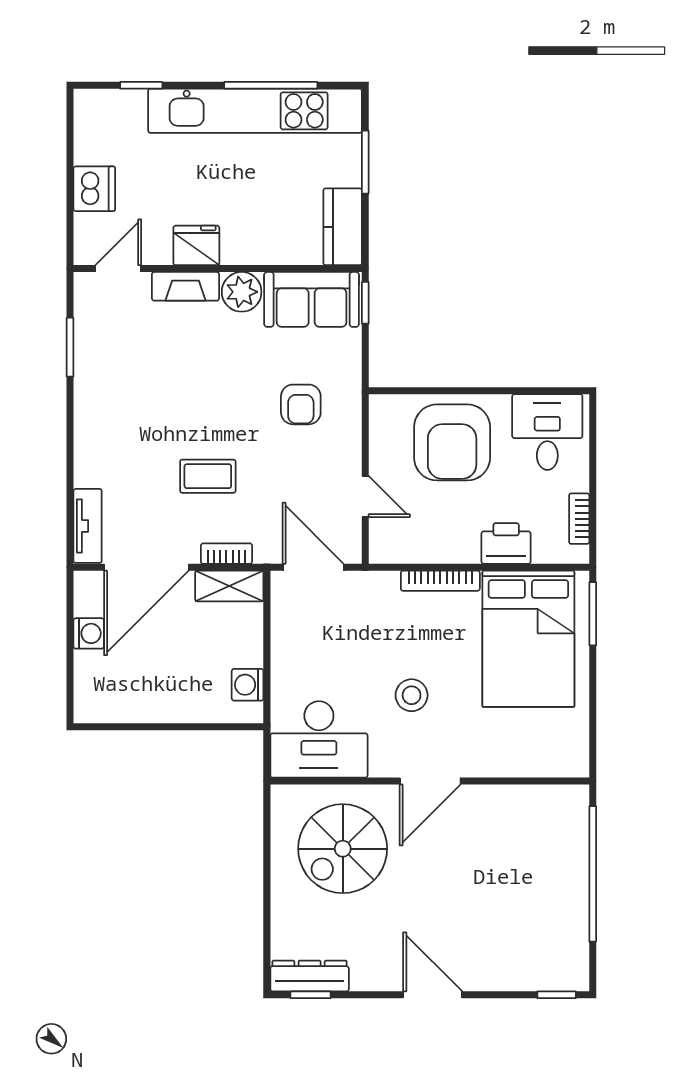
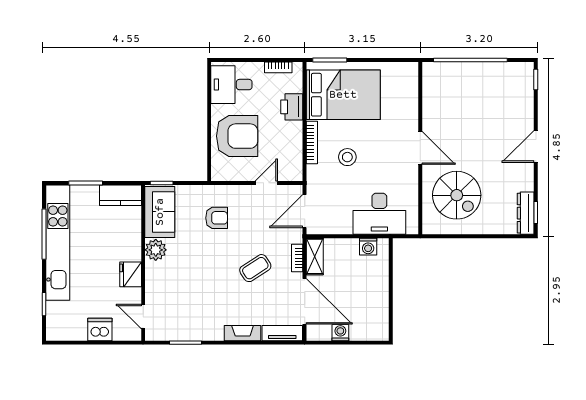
fireplace: (185, 286) -> (243, 333), moved, turned -90
coffee table: (208, 476) -> (255, 268), turned 57
stool: (412, 695) -> (347, 157), moved
desk: (319, 739) -> (379, 214), moved, turned 90

